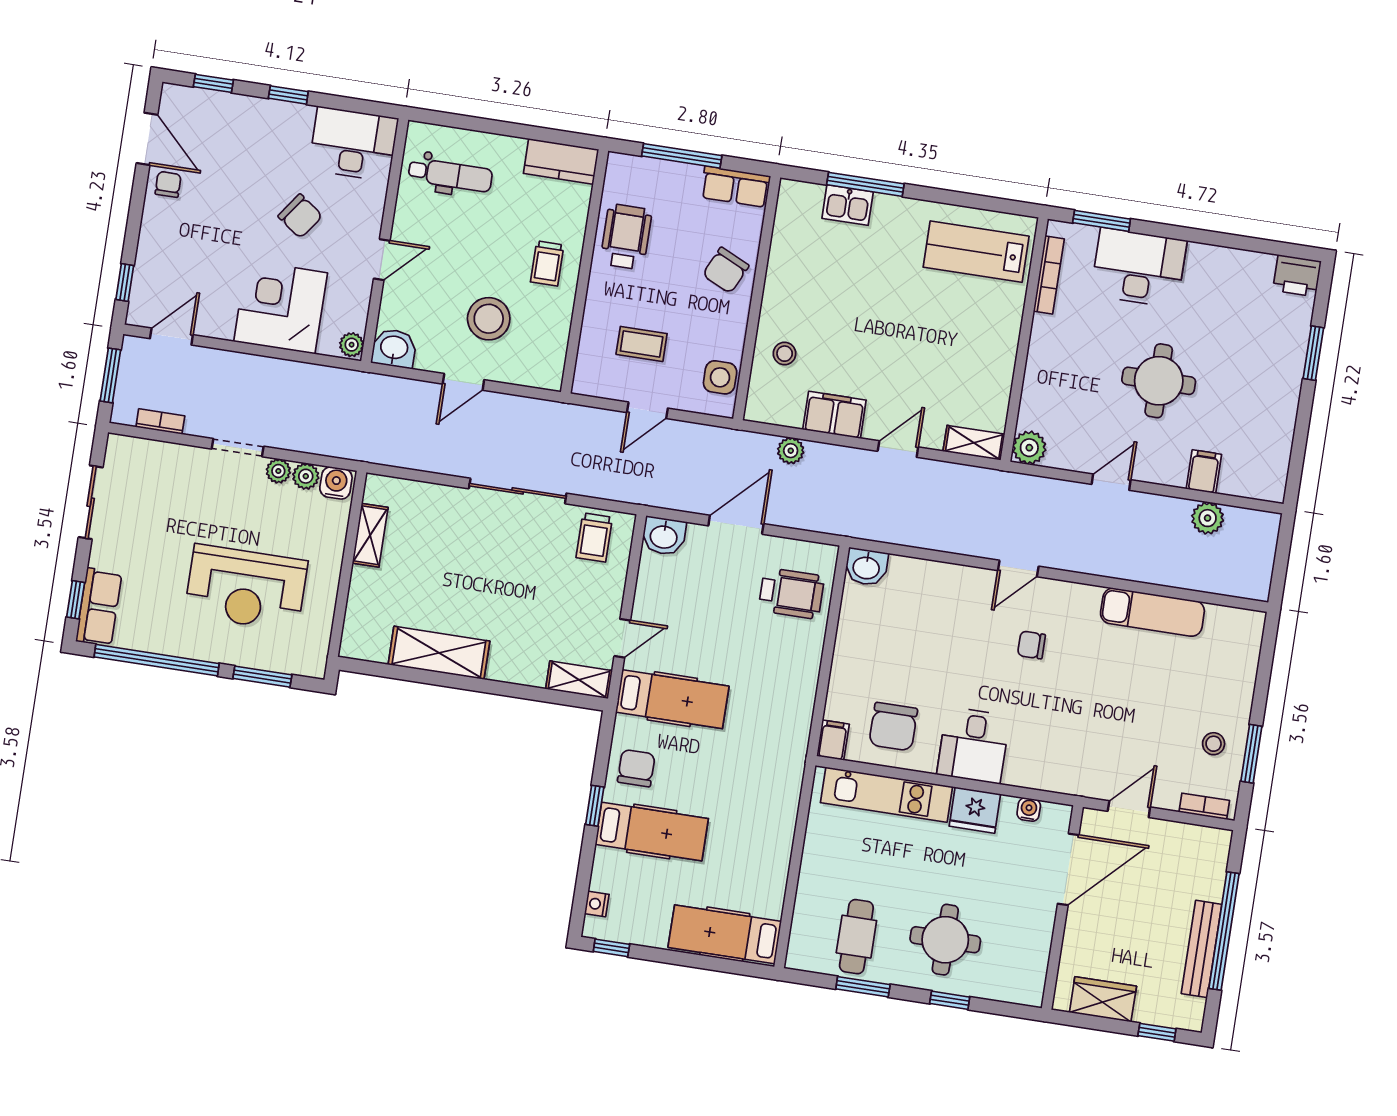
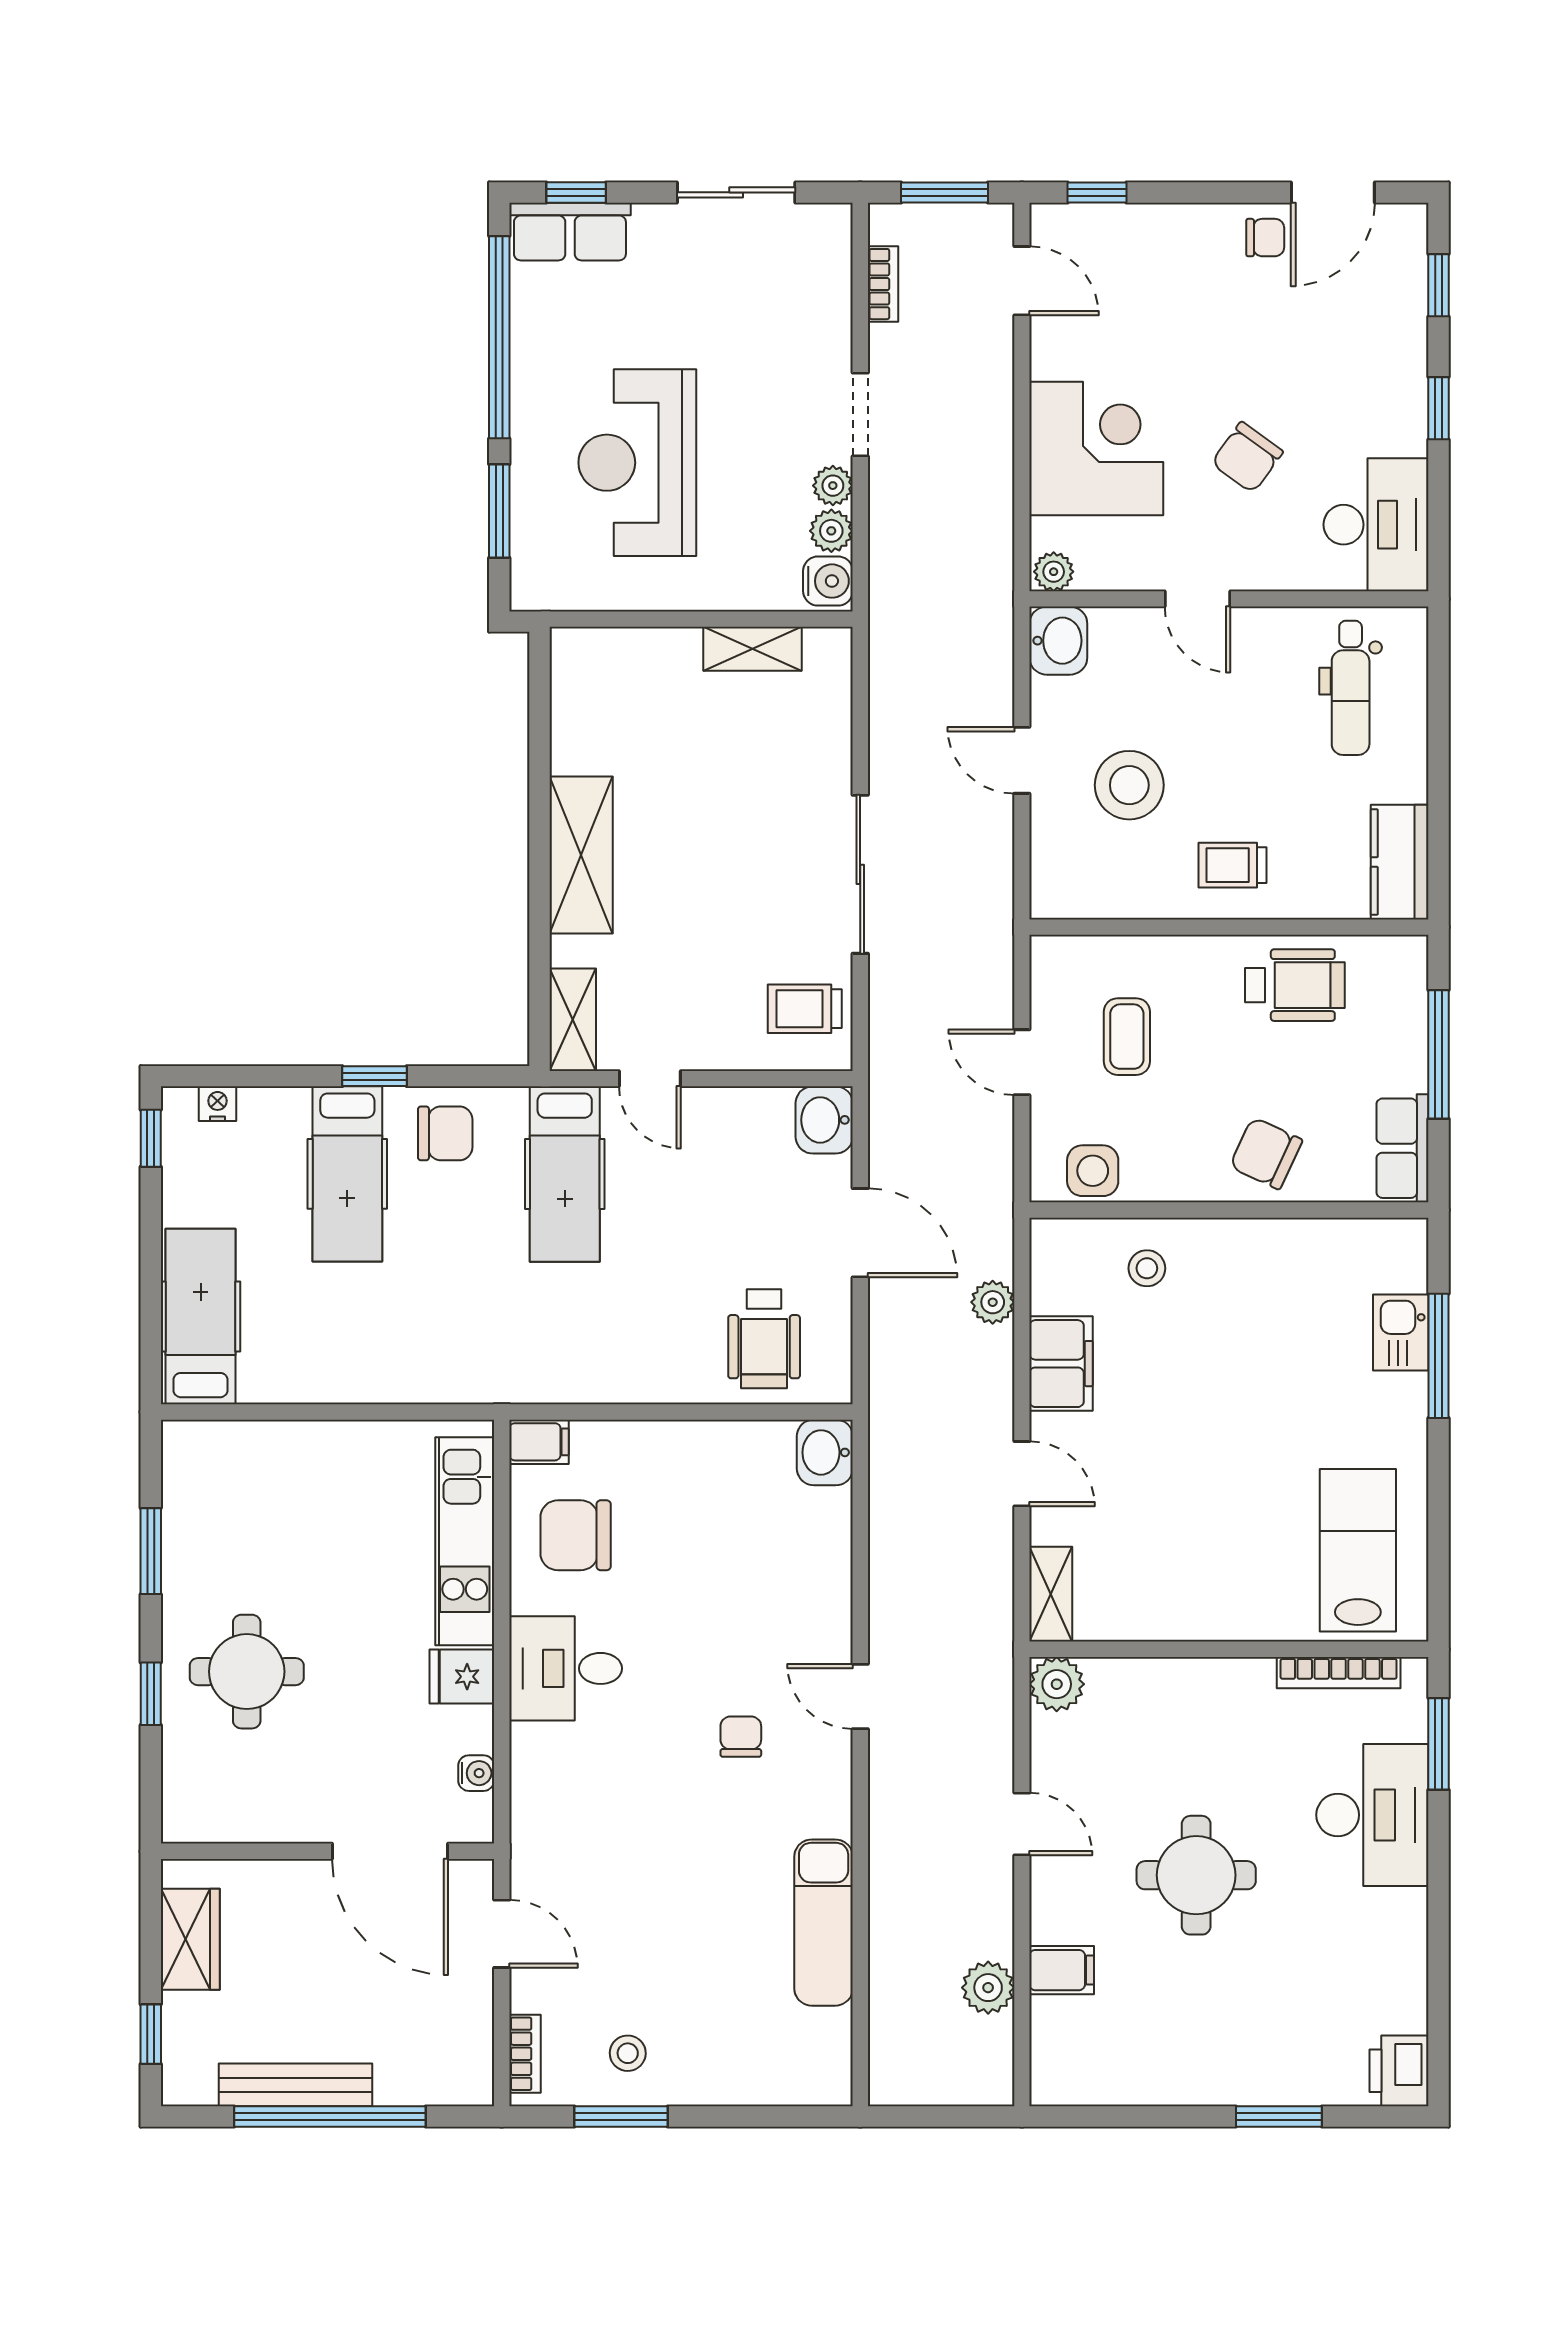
shelving: (439, 653) -> (581, 855), moved
fridge: (975, 810) -> (462, 1677), width x0.72
cafe table: (856, 937) -> (230, 1528), removed

